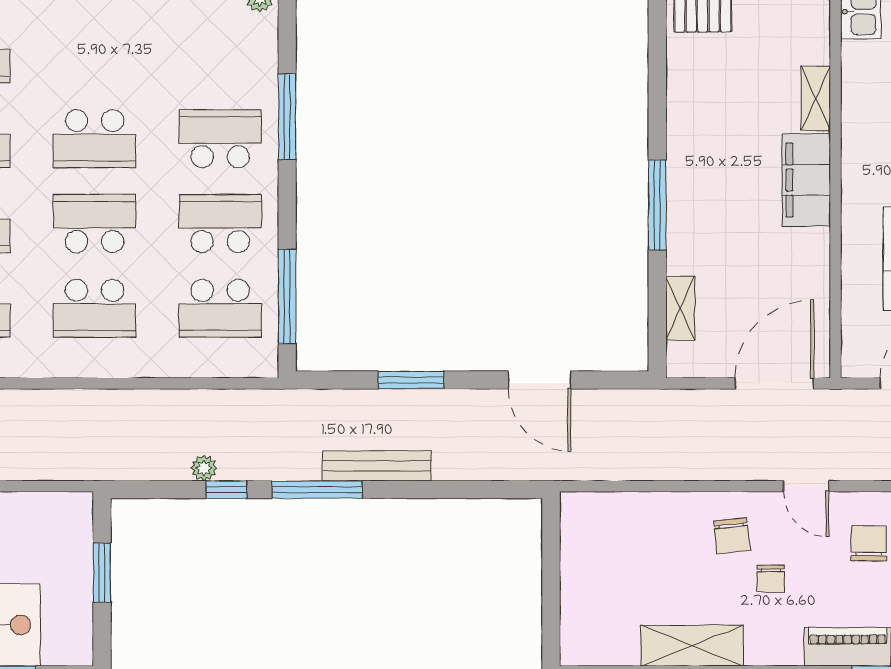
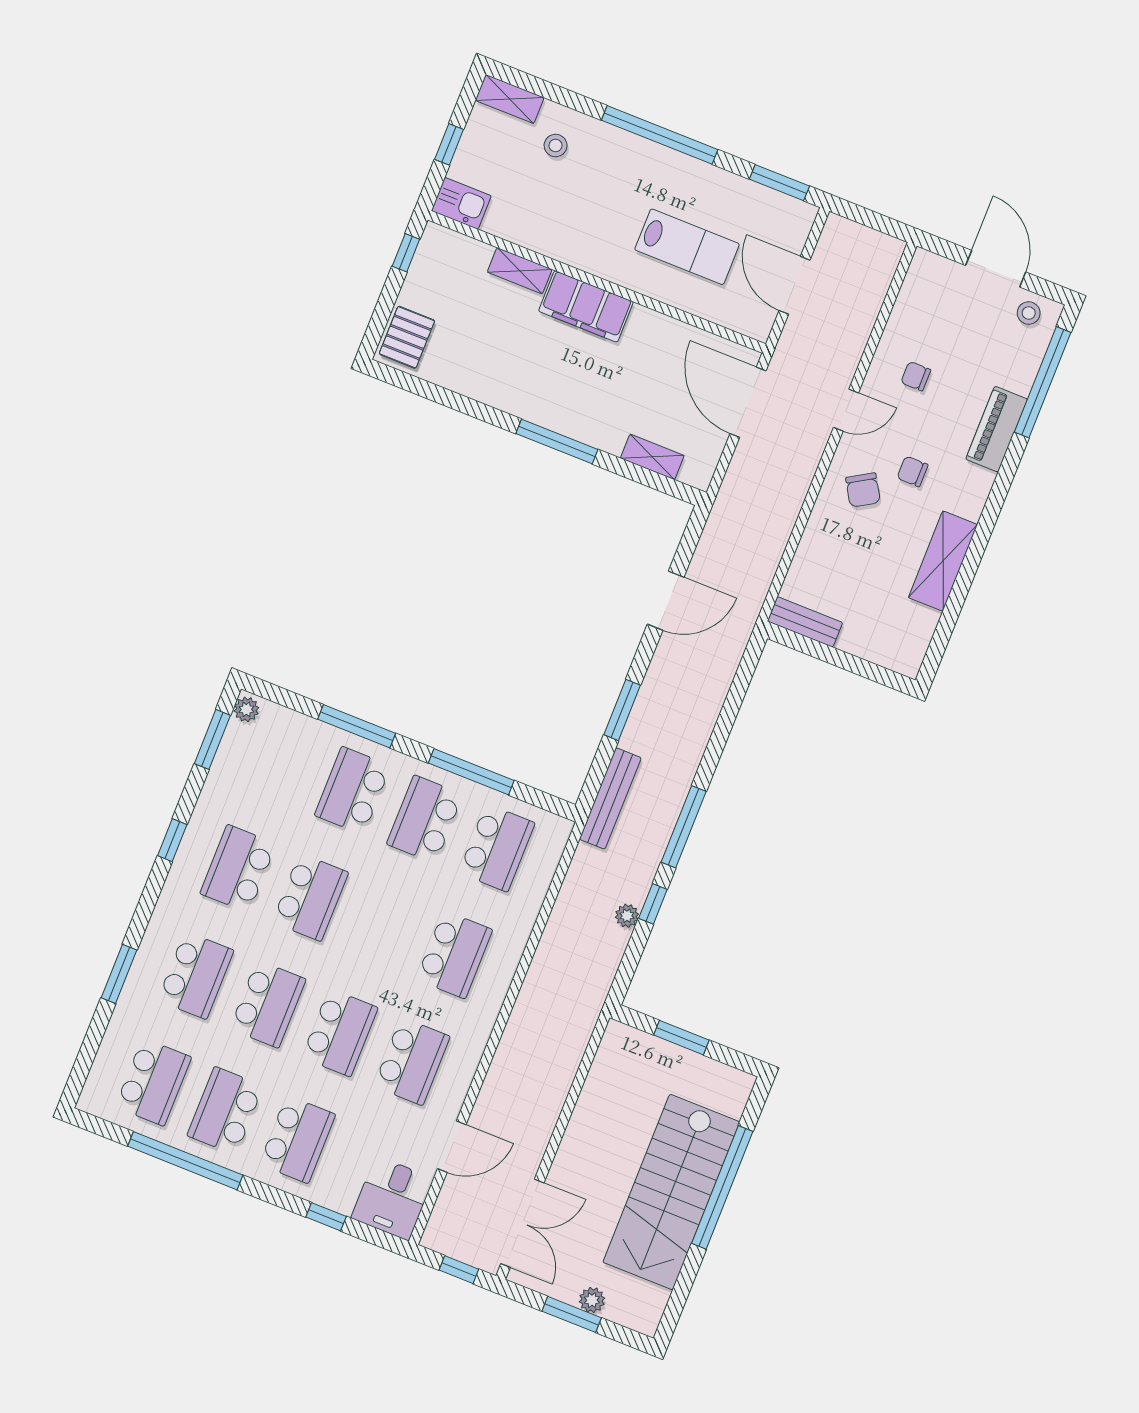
school desk: (95, 224) -> (238, 869), moved
window: (287, 296) -> (471, 772), moved
bench: (377, 466) -> (610, 798), moved
bench: (574, 530) -> (805, 622), added
chair: (732, 536) -> (863, 490), turned 65
chair: (869, 543) -> (916, 376), width x0.73, depth x0.73
chair: (771, 578) -> (912, 471), turned 180

